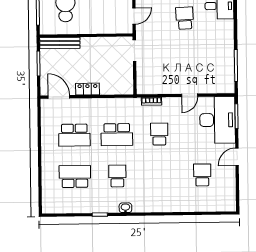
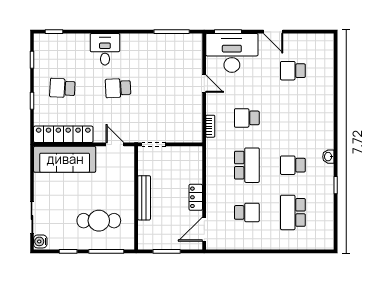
bench: (60, 43) -> (144, 198), moved
school desk: (74, 135) -> (247, 212), width x0.54

